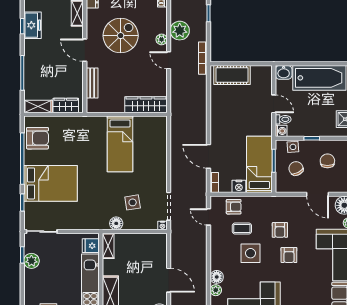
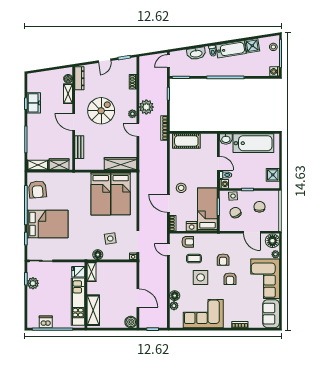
stool: (225, 136) -> (181, 188), added
armchair: (37, 138) -> (37, 189), turned 85
bed: (146, 144) -> (121, 194), added

